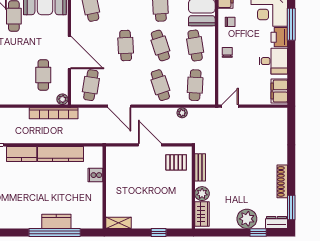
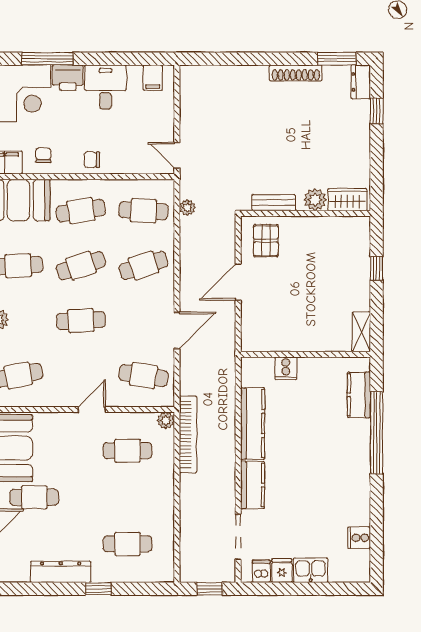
door: (69, 52) -> (92, 409), width x0.53
filing cabinet: (279, 91) -> (153, 78), width x0.50
plant: (182, 113) -> (187, 208), moved
plant: (247, 219) -> (355, 129), removed
kitchen counter: (56, 221) -> (359, 395), moved

